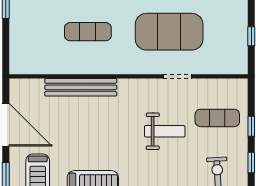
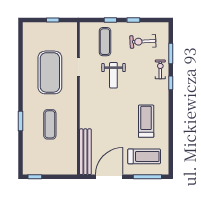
bench: (81, 87) -> (85, 152), moved
weight bench: (165, 131) -> (113, 75), turned 180

